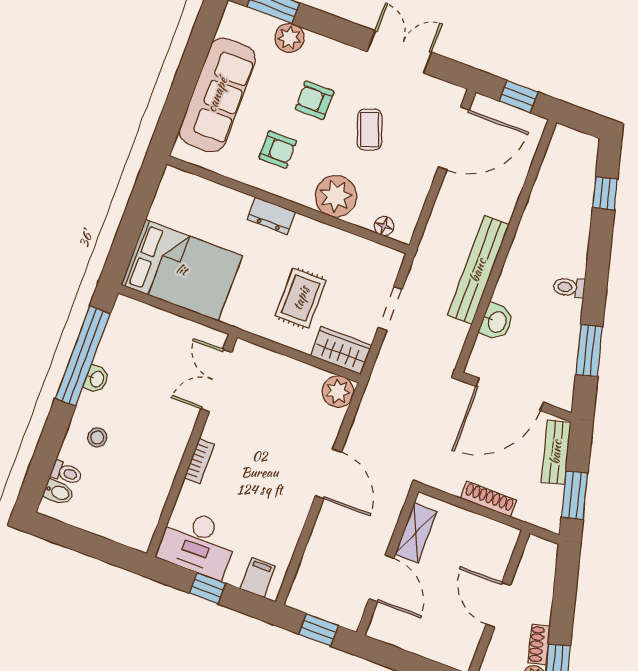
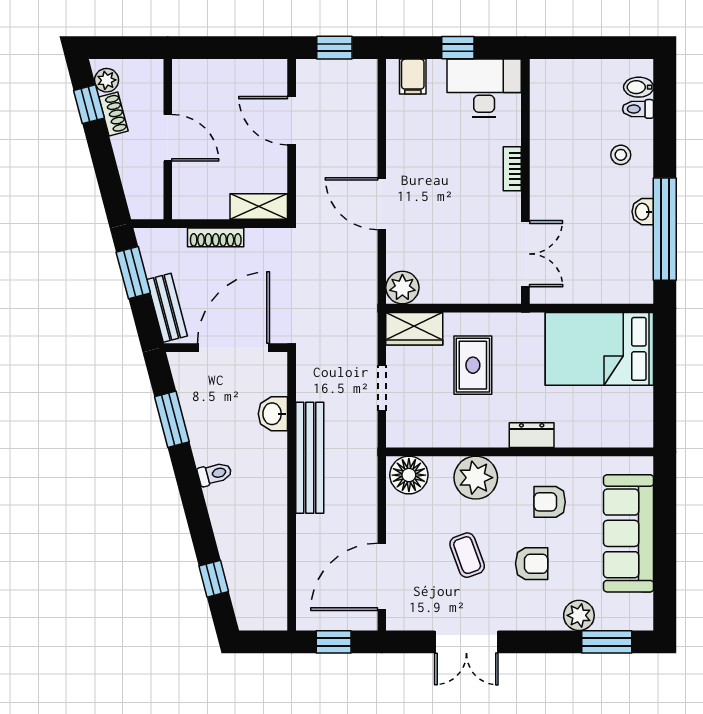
floor lamp: (384, 226) -> (409, 475), width x1.89, depth x1.89
shelving: (416, 533) -> (259, 207), moved, turned 90

